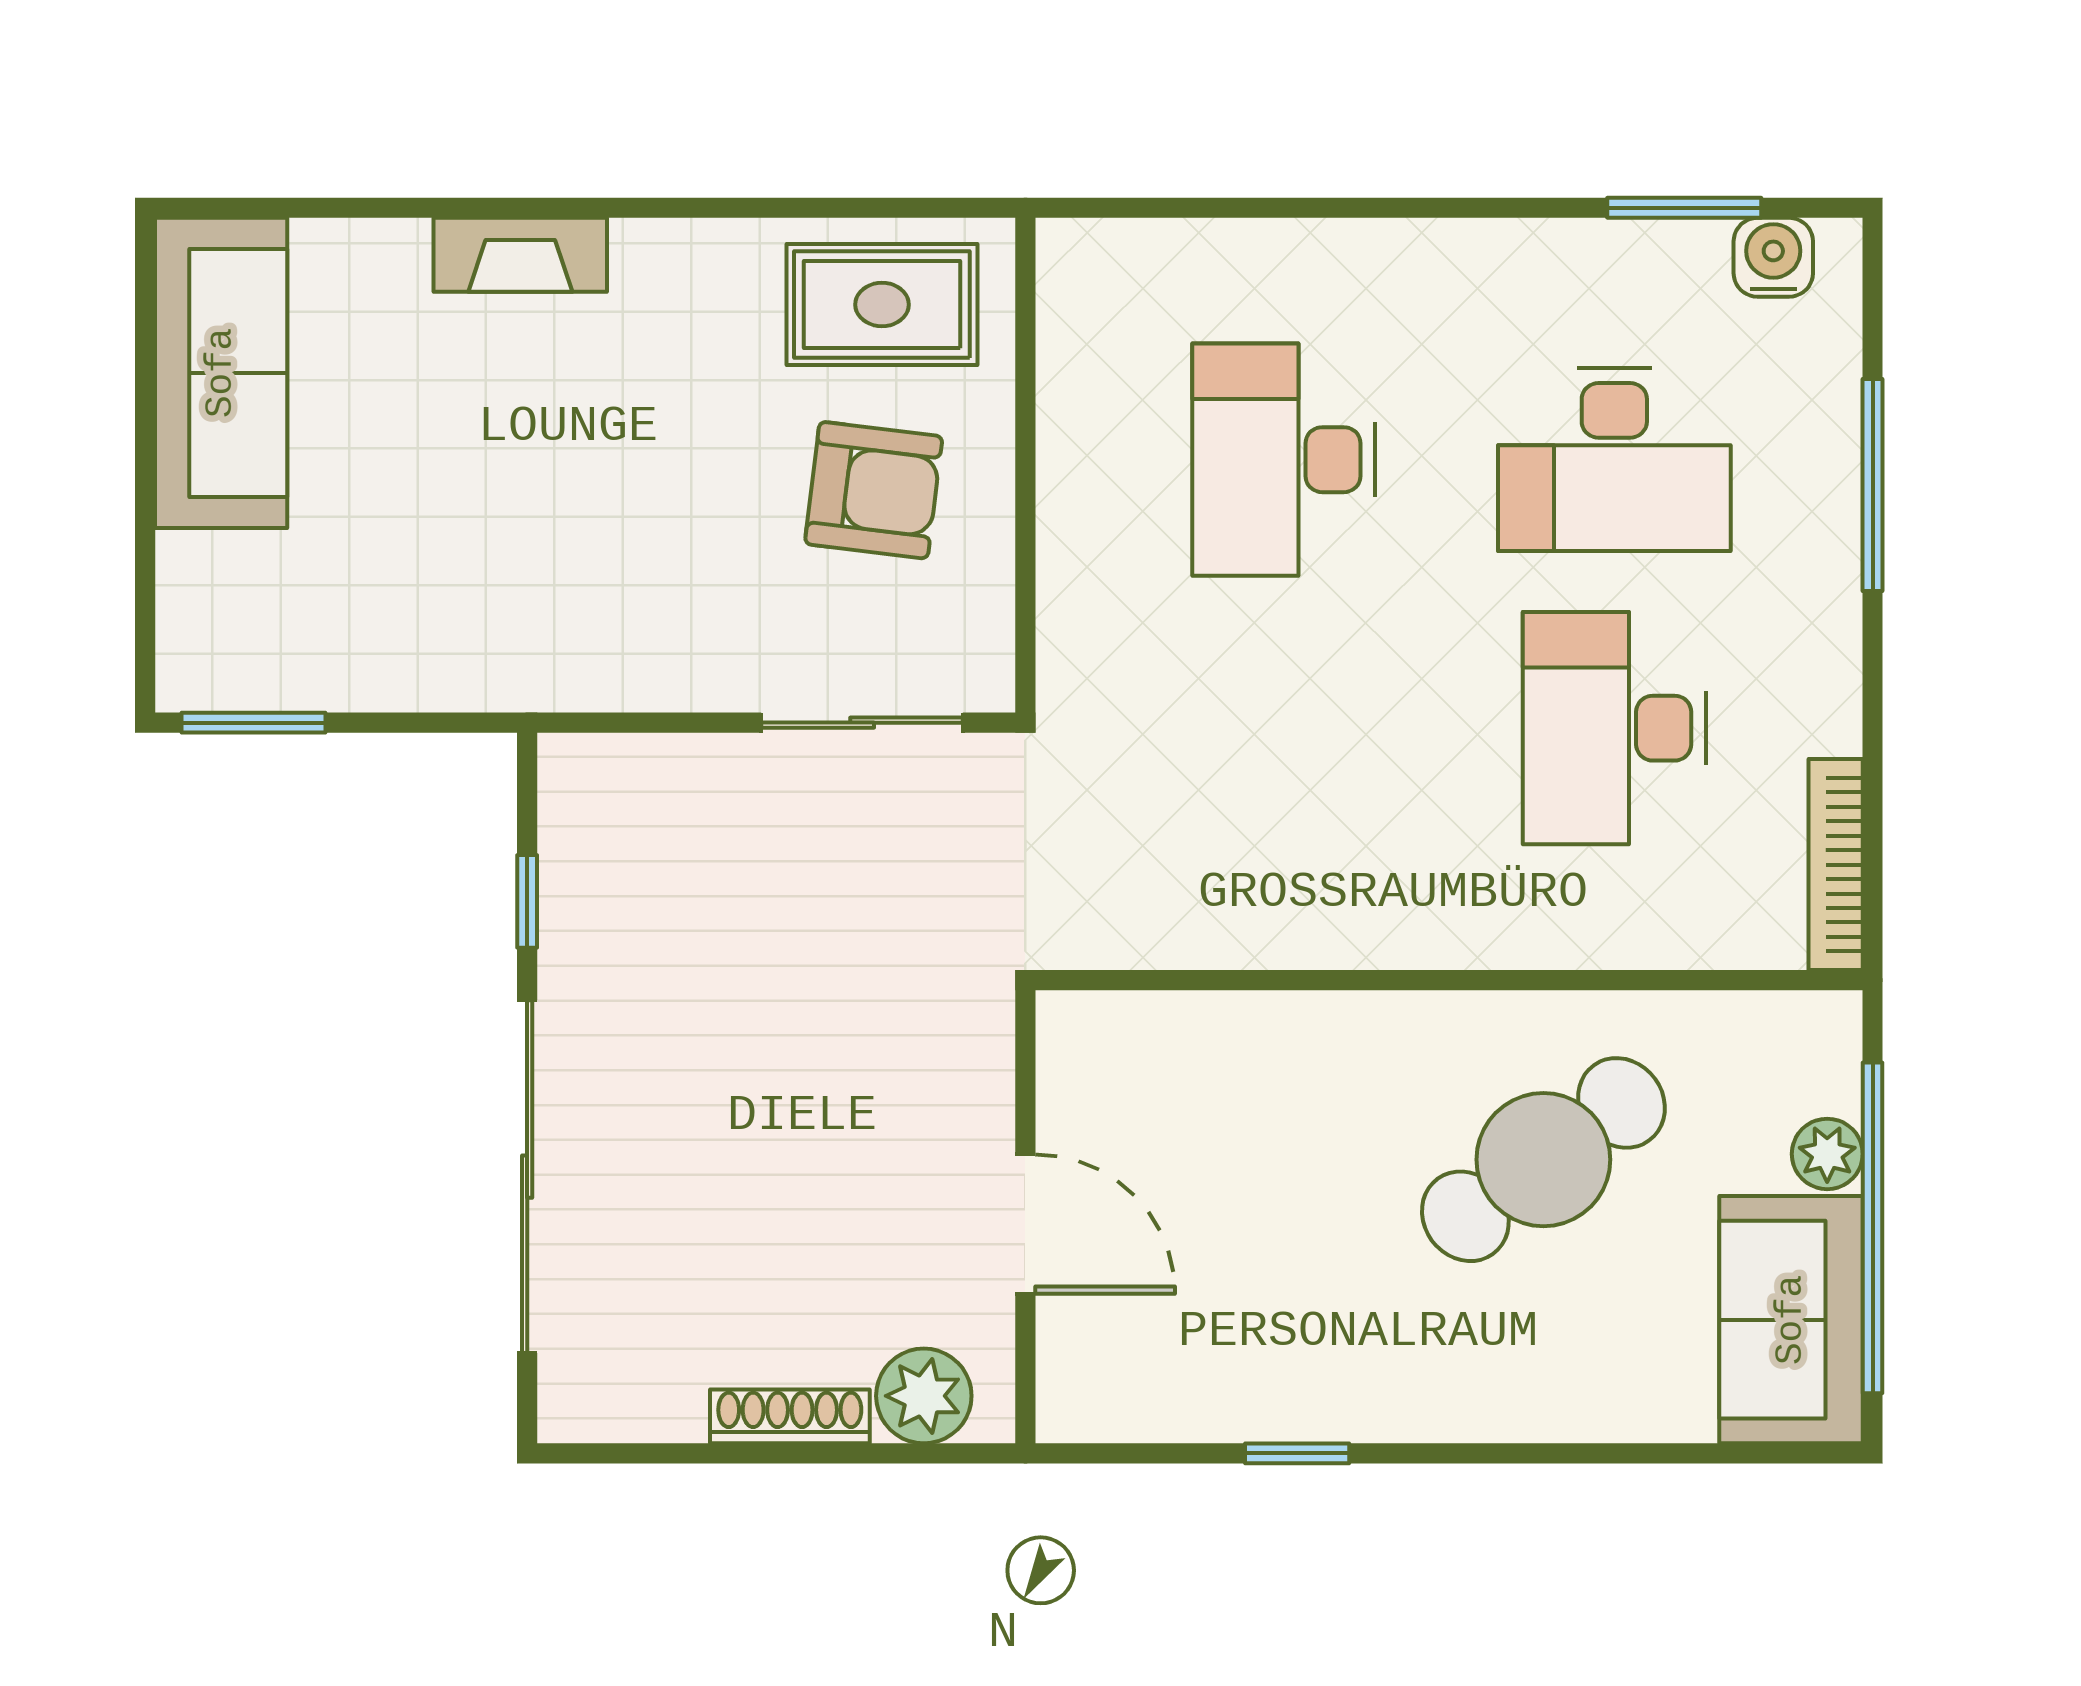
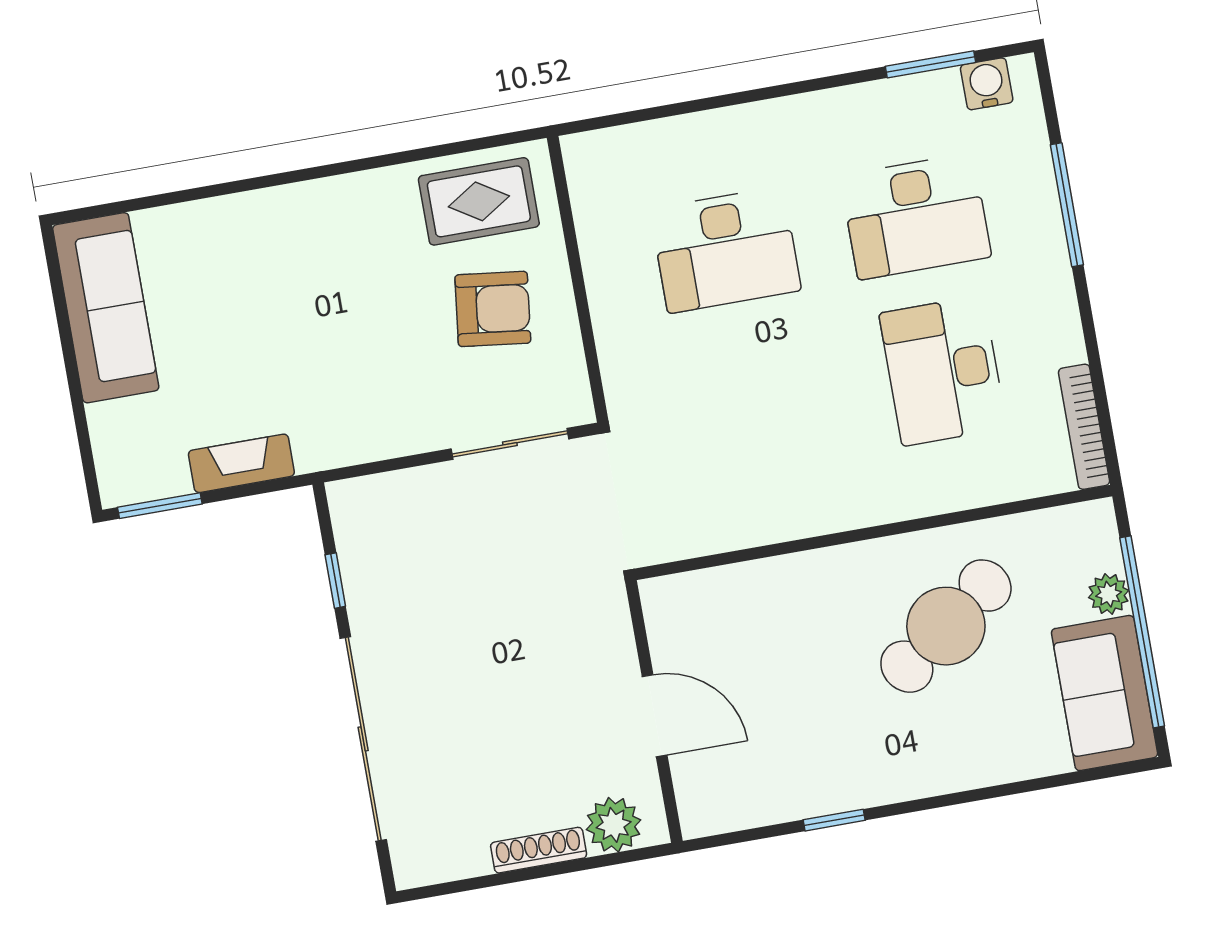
fireplace: (520, 255) -> (241, 463), moved, turned 180
desk: (1284, 460) -> (726, 250), turned -90

